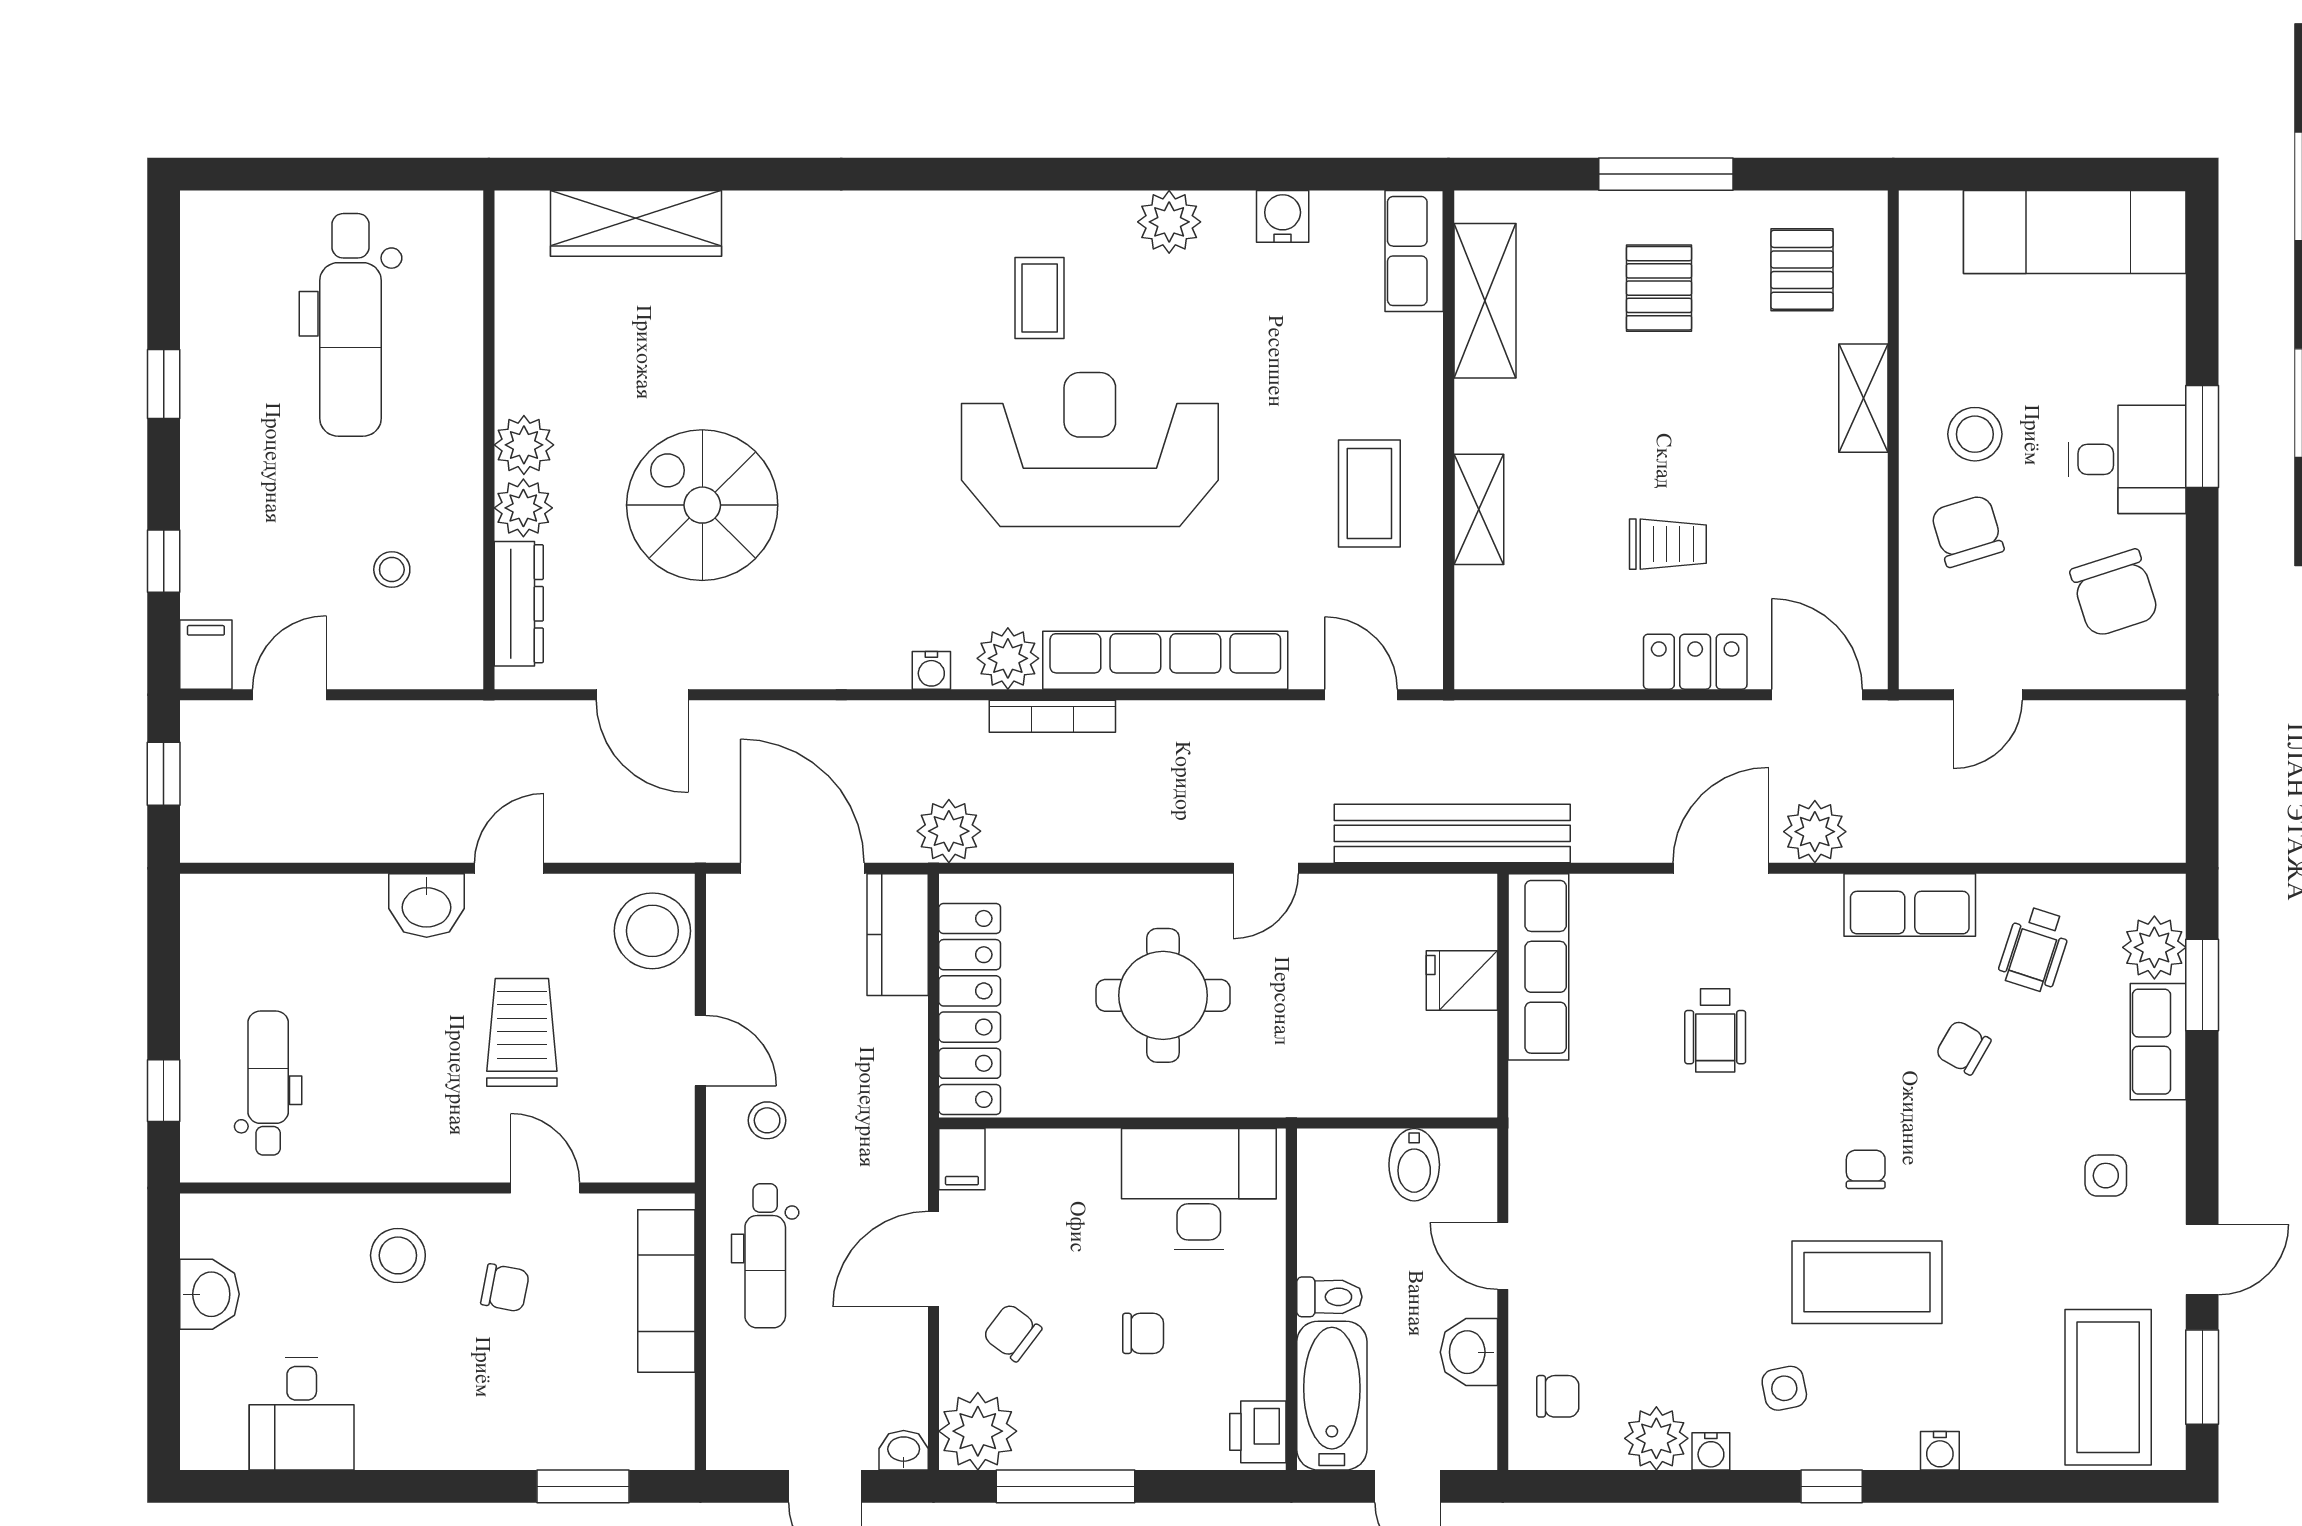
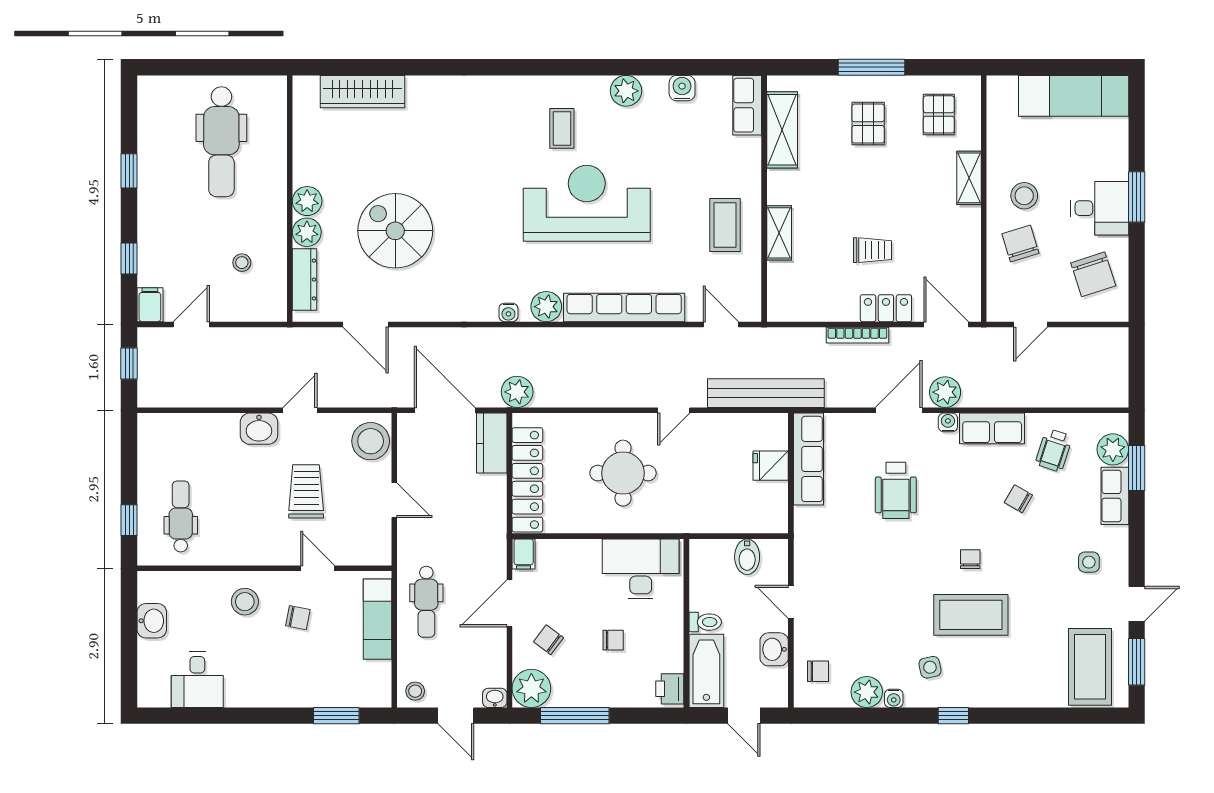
bookcase: (1052, 716) -> (857, 335), moved
wheelchair: (1715, 1030) -> (896, 490), width x1.36, depth x1.37
stool: (767, 1120) -> (415, 691), moved
water cooler: (1940, 1451) -> (948, 422), moved, turned 180

